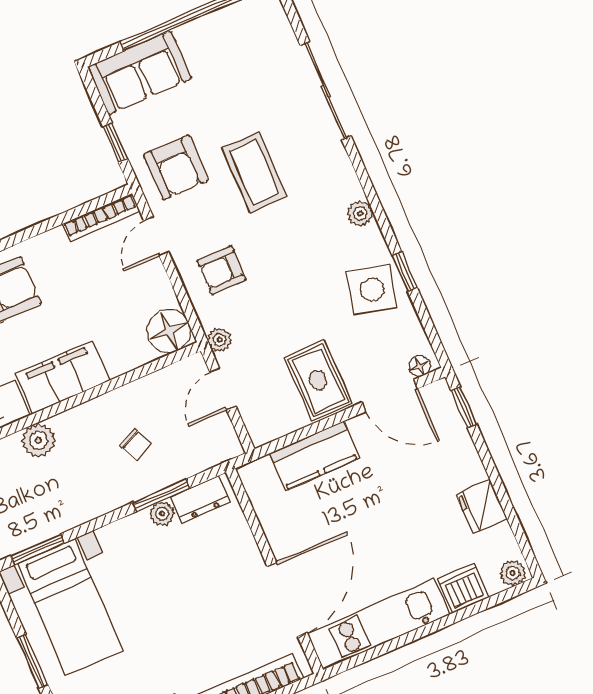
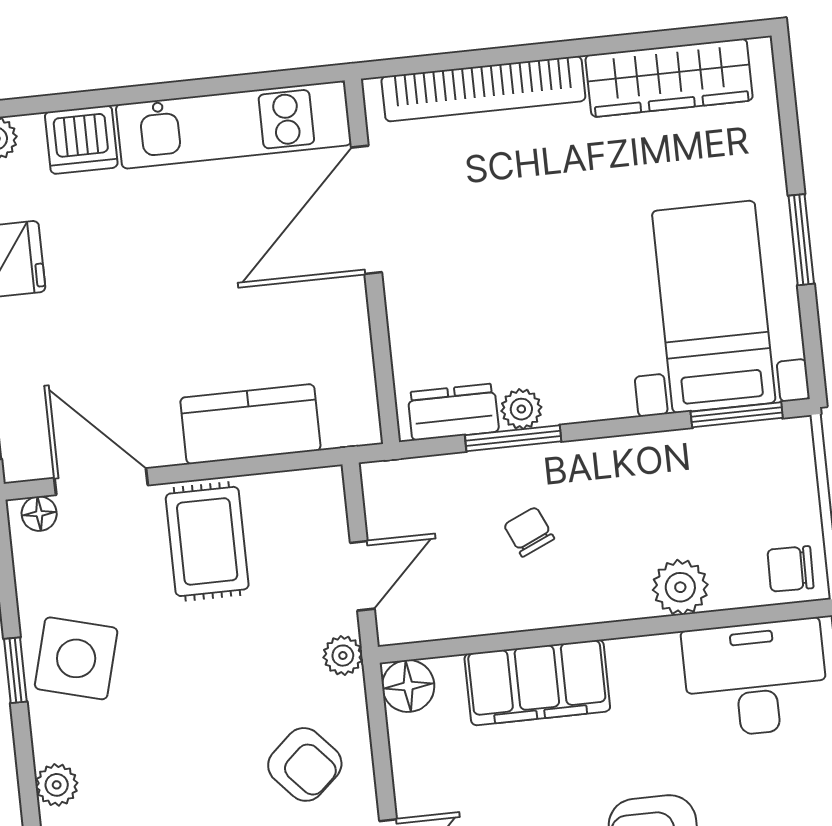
armchair: (222, 270) -> (305, 764), turned 48
floor lamp: (169, 331) -> (408, 686), width x0.73, depth x0.73
filing cabinet: (63, 377) -> (537, 683), moved

